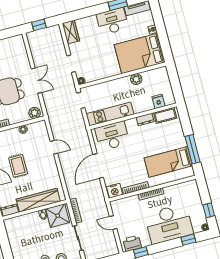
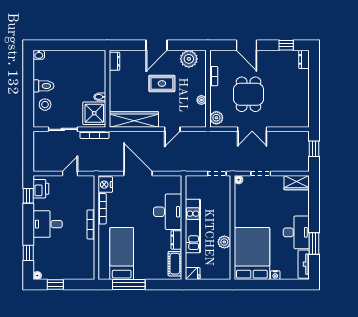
fridge: (158, 101) -> (193, 273), moved
kitchen unit: (110, 114) -> (193, 226), moved
desk: (112, 136) -> (168, 212), moved
wardrobe: (38, 200) -> (134, 120), moved, turned -90
desk: (169, 224) -> (48, 224), width x0.53, depth x0.77

